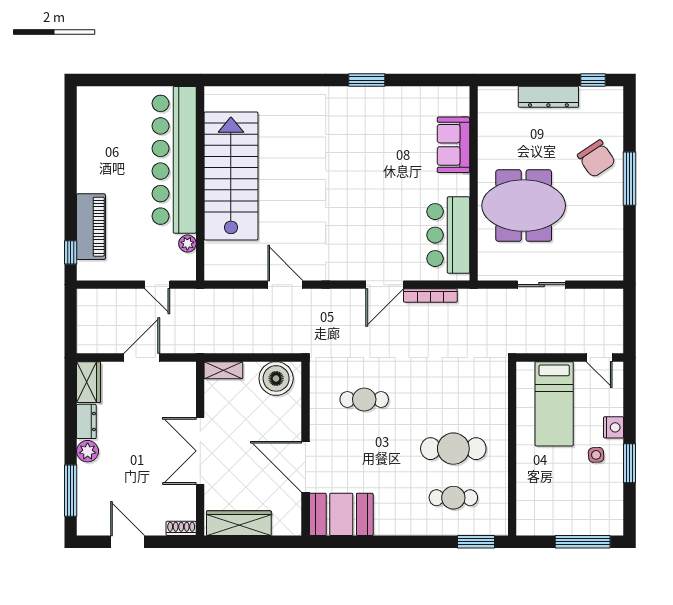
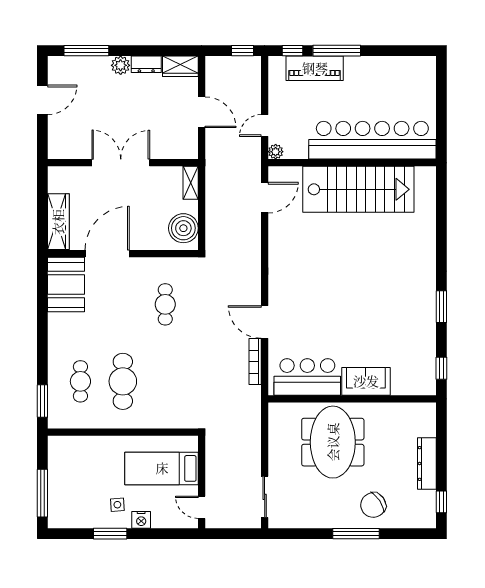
window: (438, 80) -> (441, 368), added
sofa: (453, 145) -> (366, 381), moved
window: (71, 201) -> (337, 51), added
plant: (187, 244) -> (276, 152), moved
door: (285, 285) -> (265, 198), moved
sliding door: (542, 285) -> (265, 497), moved
window: (71, 310) -> (243, 51), added
door: (599, 357) -> (202, 507), hinge flipped
wardrobe: (239, 523) -> (58, 222), moved
shoe rack: (181, 528) -> (54, 146), removed

